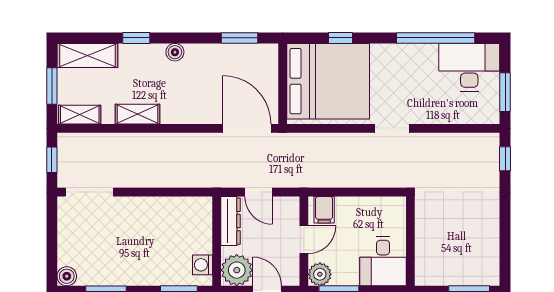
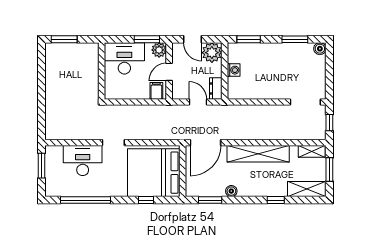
boiler: (175, 52) -> (231, 191), moved
desk: (469, 67) -> (83, 161), moved, turned 180
shelving: (137, 114) -> (258, 154), width x2.20, depth x1.33
door: (247, 128) -> (205, 143), hinge flipped
window: (505, 159) -> (41, 123), removed
dresser: (231, 221) -> (216, 88), width x0.70
desk: (383, 261) -> (124, 58), width x1.37
washing machine: (203, 265) -> (234, 70), moved

